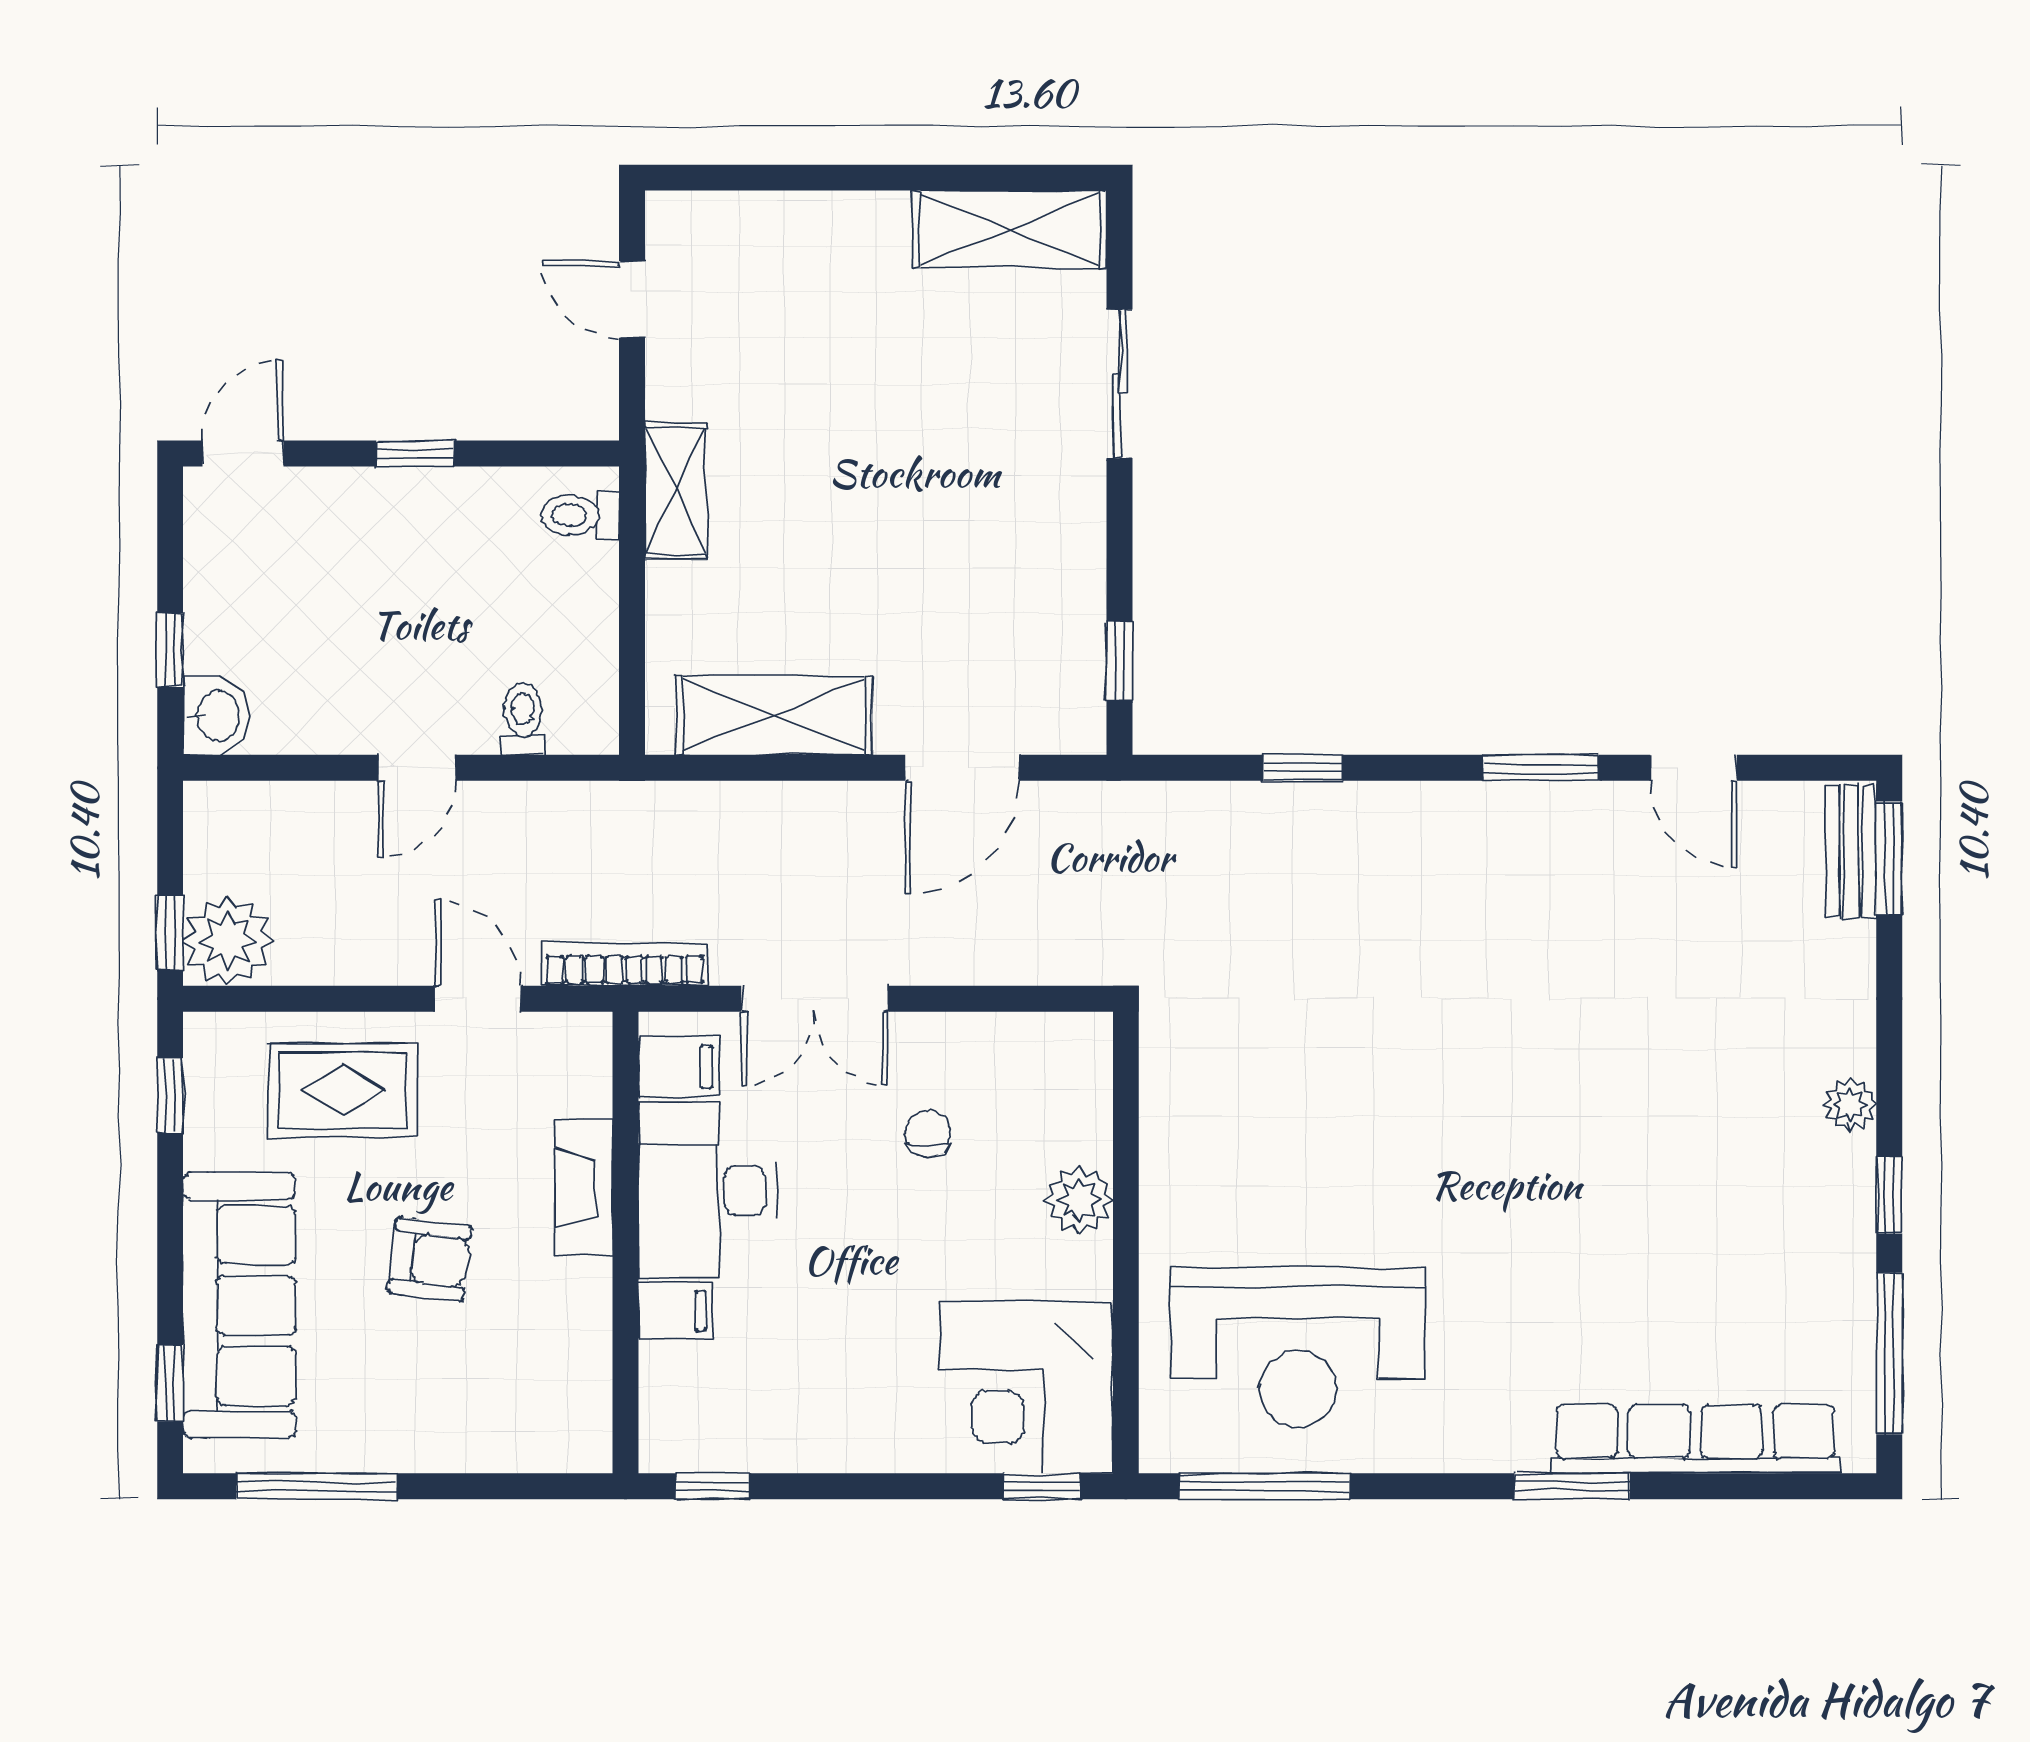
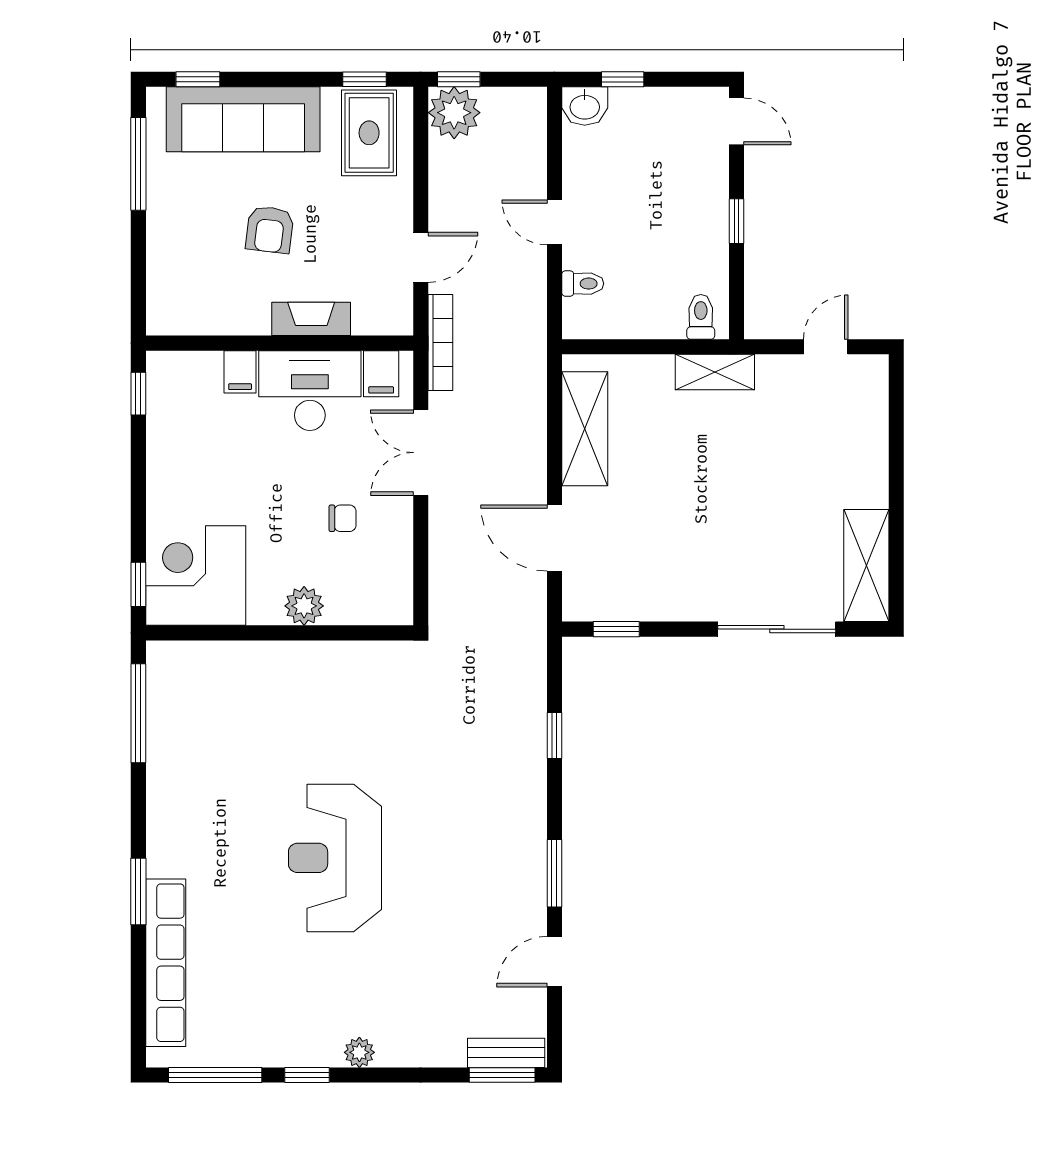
sliding door: (1119, 384) -> (777, 629), width x1.37
rug: (343, 1090) -> (369, 133), moved
reception desk: (1297, 1347) -> (335, 858), moved

